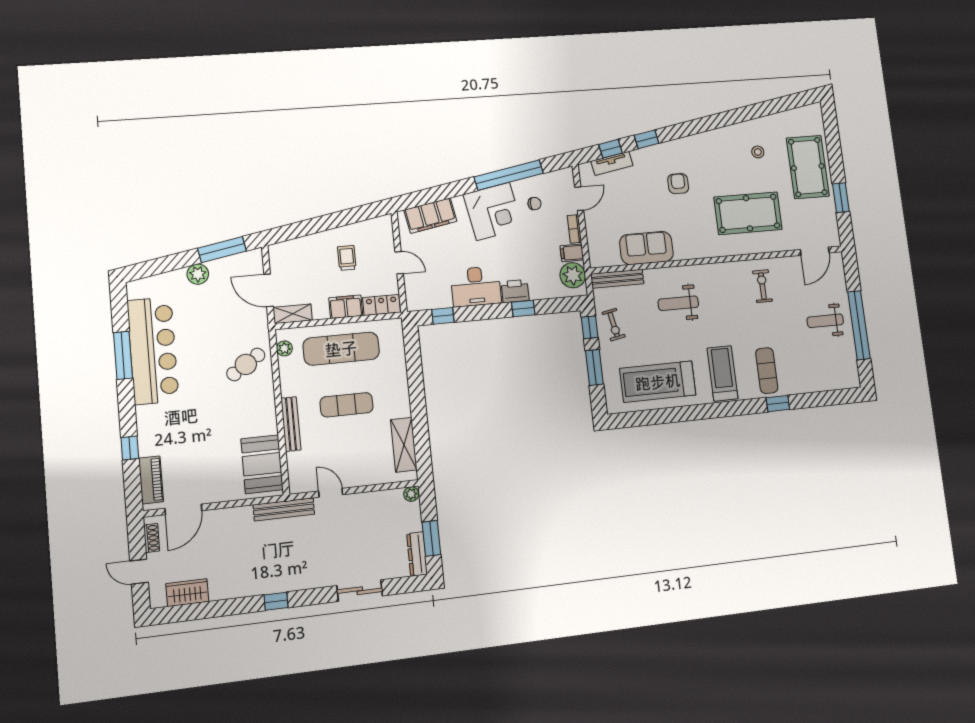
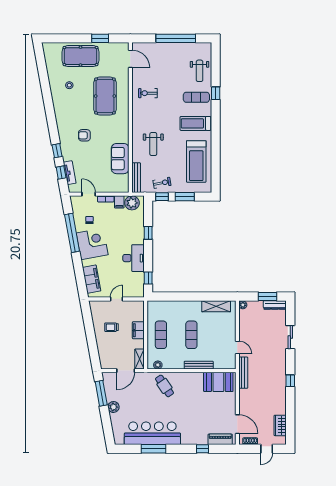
printer: (515, 291) -> (138, 236), removed
locker: (382, 305) -> (139, 311), removed
weight bench: (825, 321) -> (200, 71), moved
exercise mat: (341, 349) -> (161, 335), width x0.73, depth x0.69
door: (331, 493) -> (237, 347), swing flipped

